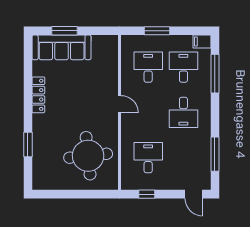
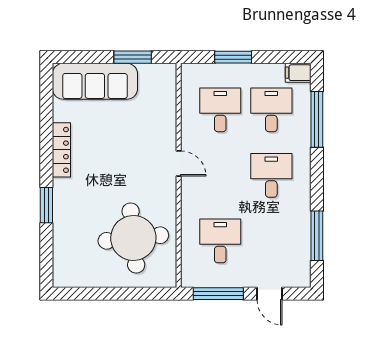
window: (64, 31) -> (133, 57), moved
desk: (183, 112) -> (271, 175), turned 180
window: (28, 144) -> (46, 205), moved
window: (147, 194) -> (218, 294), width x2.17
door: (194, 194) -> (270, 294), moved

